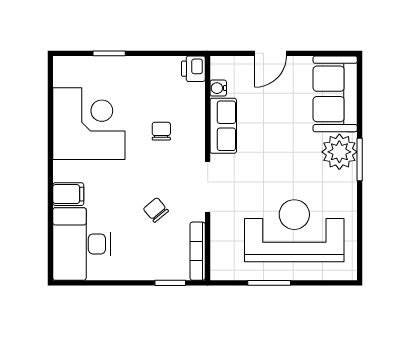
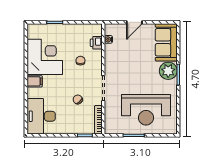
printer: (193, 69) -> (96, 43), moved
row of seats: (223, 126) -> (111, 58), removed
filing cabinet: (68, 194) -> (35, 81), moved
reception desk: (294, 231) -> (146, 110), turned 180

